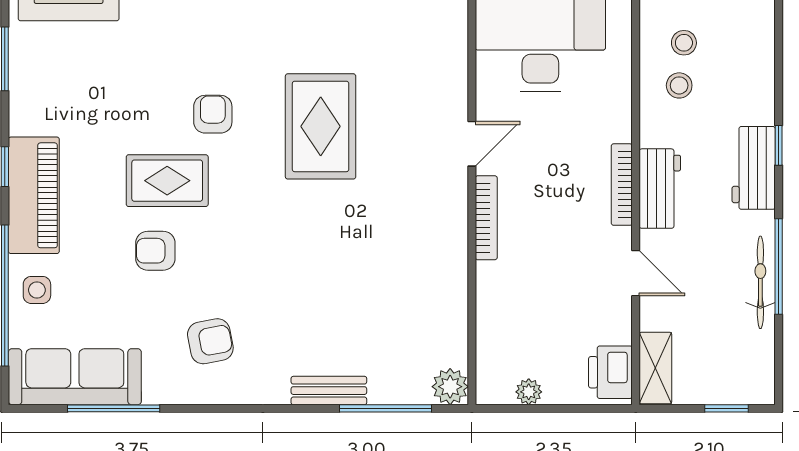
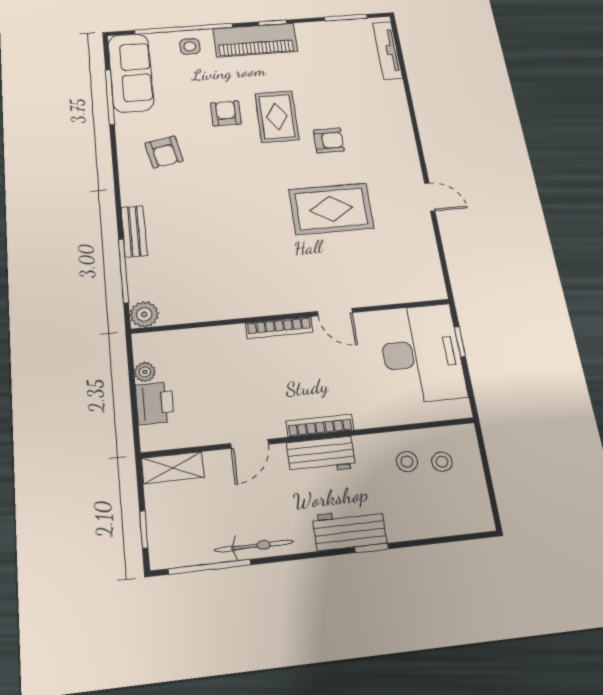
window: (779, 267) -> (209, 567), moved
printer: (610, 372) -> (155, 403), moved, turned 90

